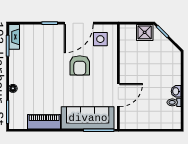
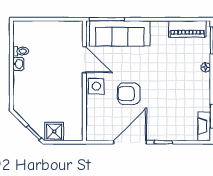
side table: (100, 39) -> (96, 86), moved
armchair: (80, 65) -> (129, 94), turned -90
door: (118, 95) -> (84, 60), swing flipped
piano: (44, 122) -> (187, 29), moved

